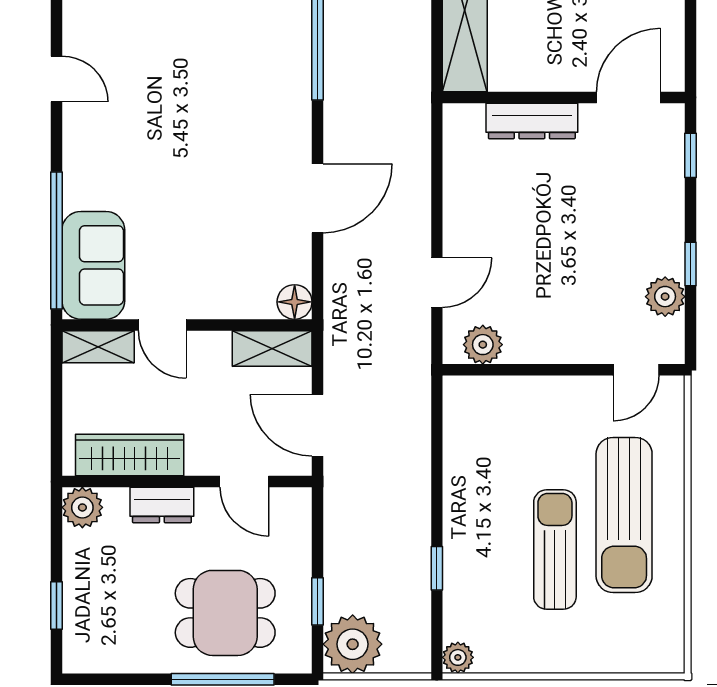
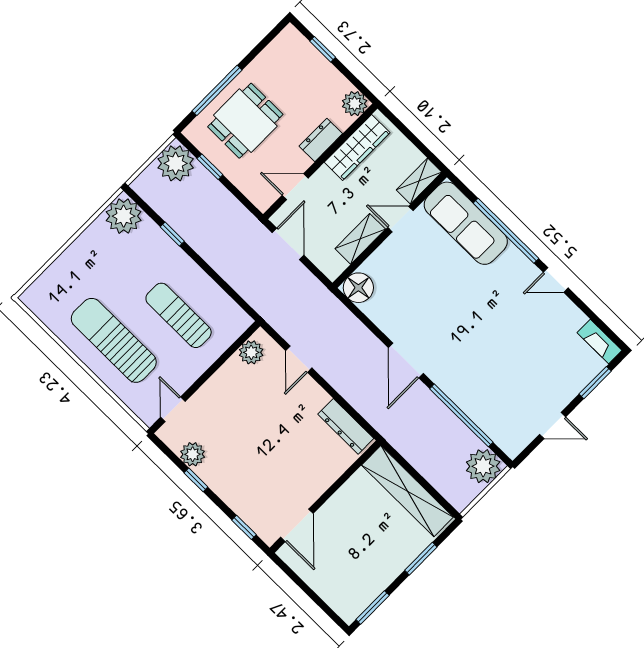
dresser: (532, 121) -> (346, 426), moved, turned -90
door: (318, 198) -> (406, 361), moved
window: (56, 241) -> (506, 231), moved
sofa: (93, 265) -> (466, 223), width x1.36
floor lamp: (295, 302) -> (358, 288), width x1.38, depth x1.38
shelving: (272, 348) -> (360, 239), moved
door: (318, 425) -> (288, 244), hinge flipped
sun lounger: (555, 550) -> (179, 315), moved, turned 180
plant: (458, 657) -> (124, 216), width x1.88, depth x1.88

